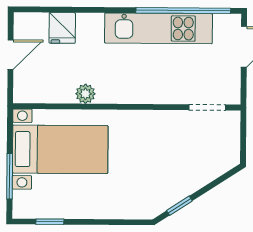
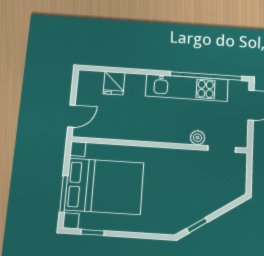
door: (10, 55) -> (71, 116), moved
plant: (85, 94) -> (198, 138), moved
bed with nightstands: (60, 149) -> (104, 186), width x1.36

